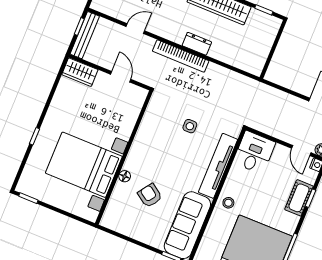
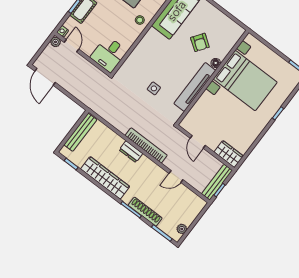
bench: (263, 51) -> (80, 132), added
tv unit: (218, 166) -> (195, 87), moved, turned 180

